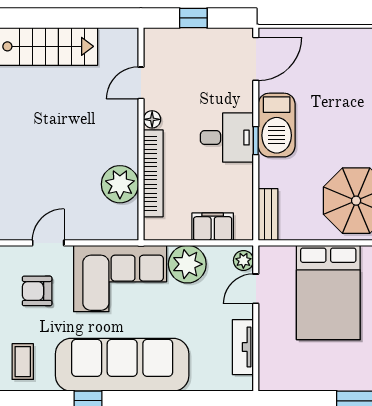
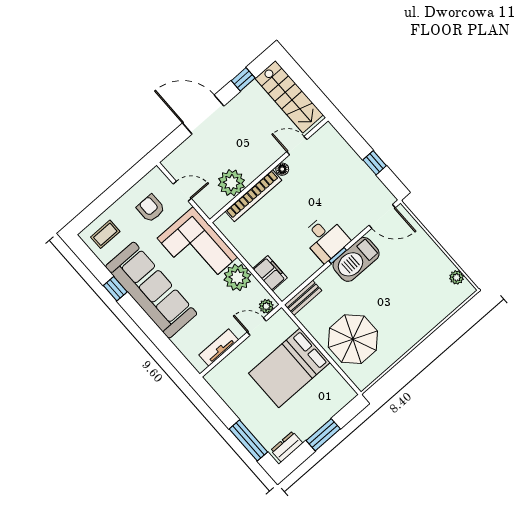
door: (141, 83) -> (297, 146), moved
floor lamp: (152, 119) -> (282, 169), moved
wall: (141, 134) -> (269, 170), moved
bookcase: (153, 173) -> (253, 196), moved
plant: (120, 184) -> (231, 183), moved

